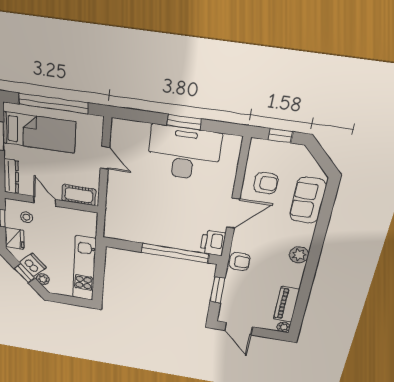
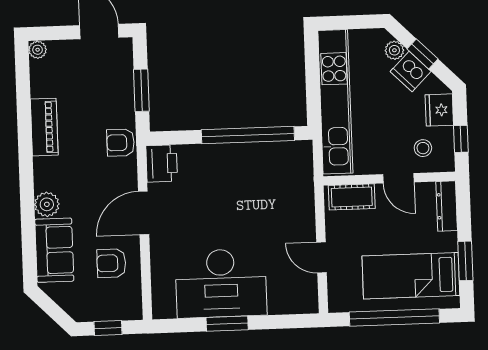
window: (175, 253) -> (248, 135), moved
plant: (299, 255) -> (47, 204), moved
kitchen unit: (84, 268) -> (335, 102), width x1.36
piano: (287, 304) -> (44, 127), moved

